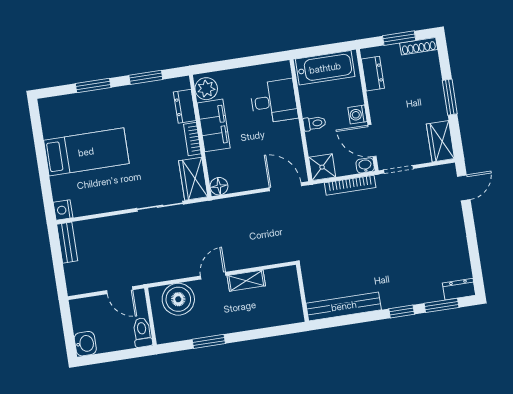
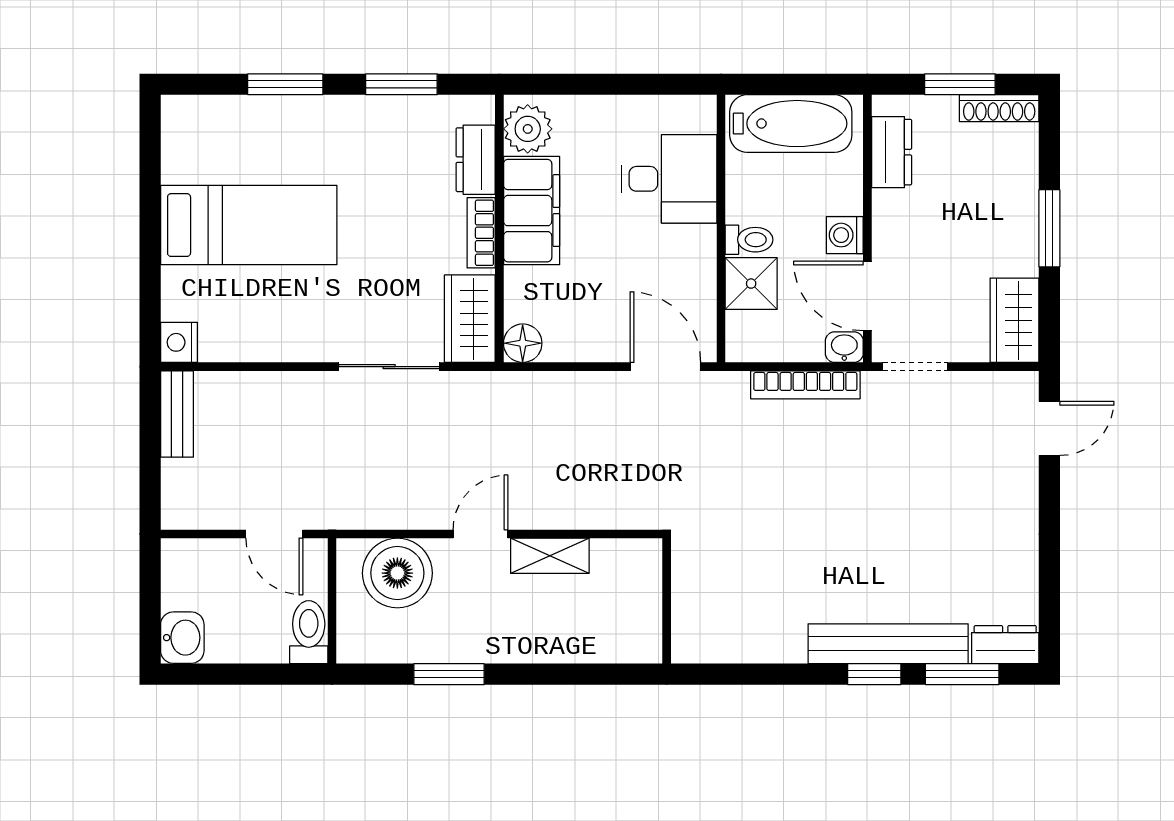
shower: (322, 167) -> (751, 284), moved
bench: (344, 306) -> (888, 644), moved

